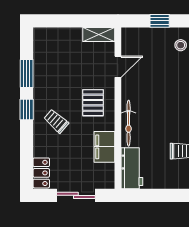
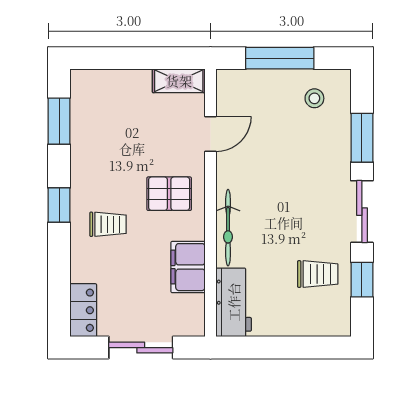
window: (160, 21) -> (280, 58), width x2.17
window: (27, 74) -> (59, 121), moved
pallet: (93, 103) -> (169, 194), turned 90
trolley: (56, 121) -> (108, 224), turned 139

